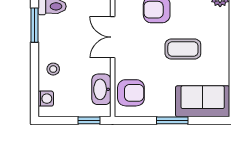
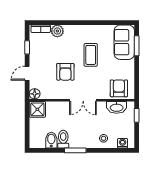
window: (172, 120) -> (137, 46), moved

